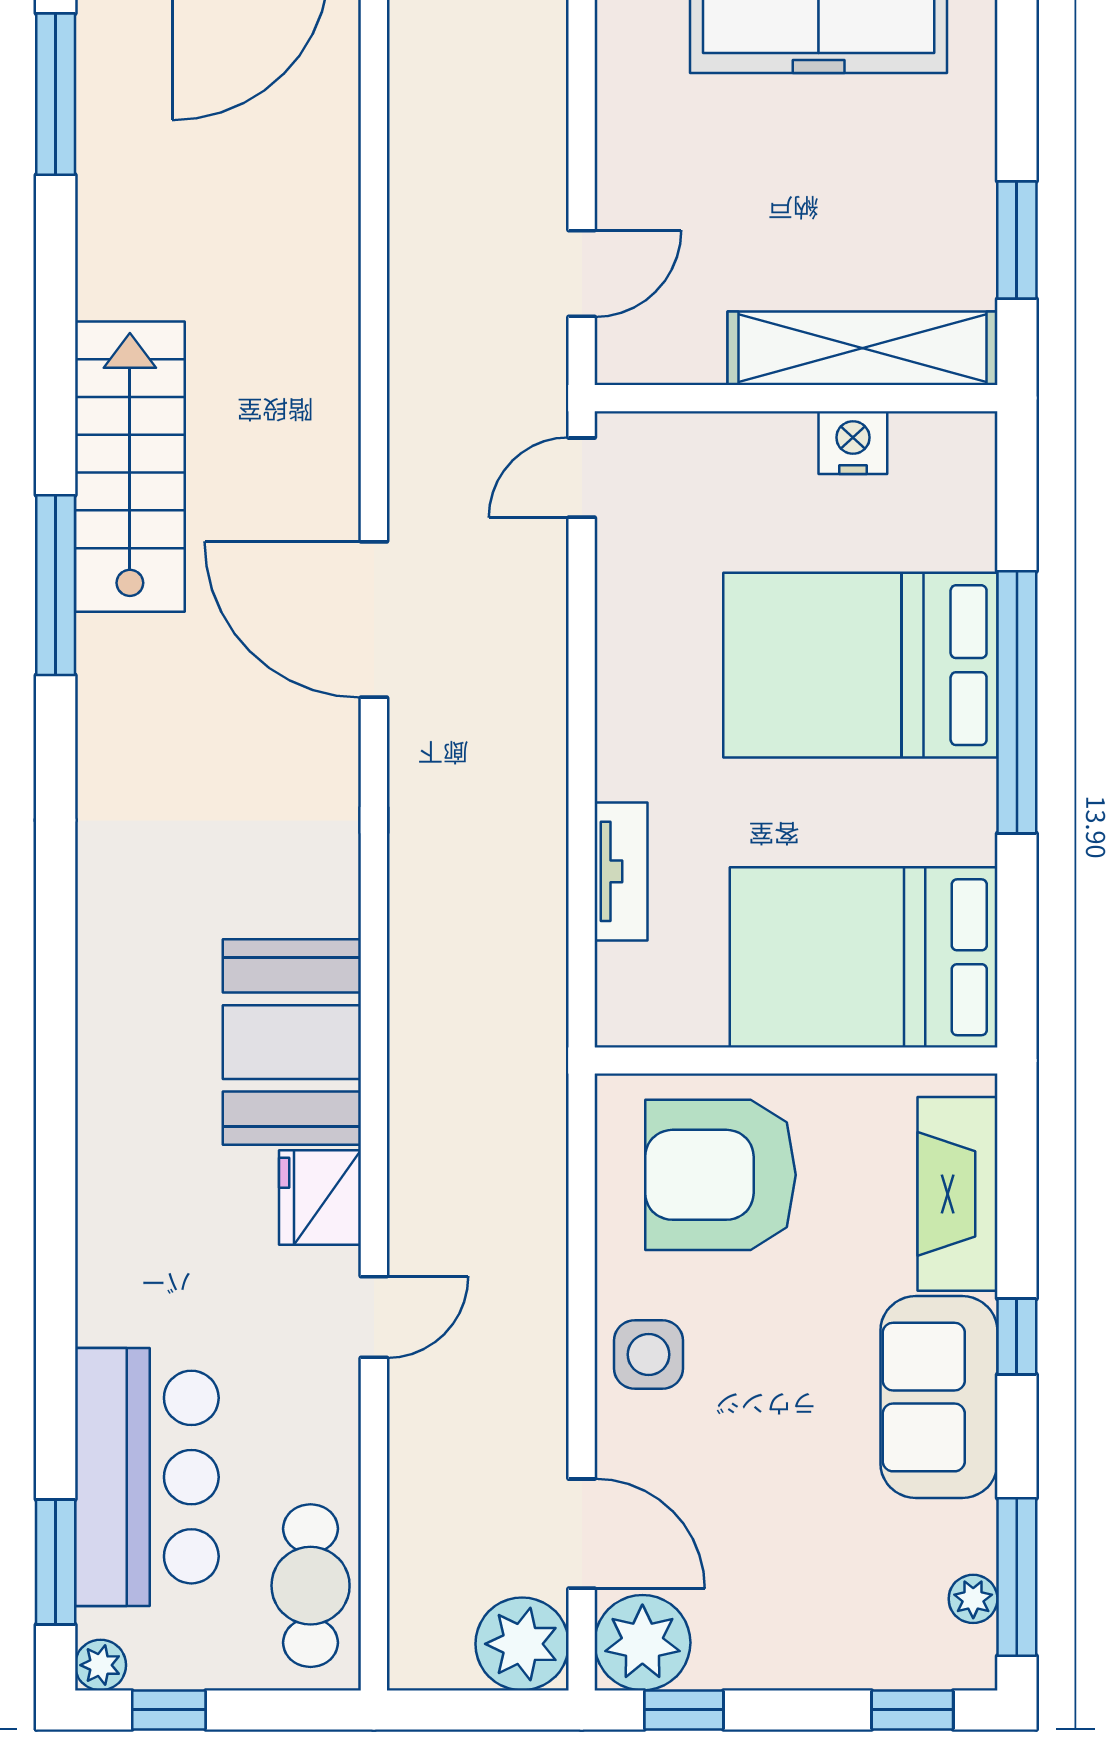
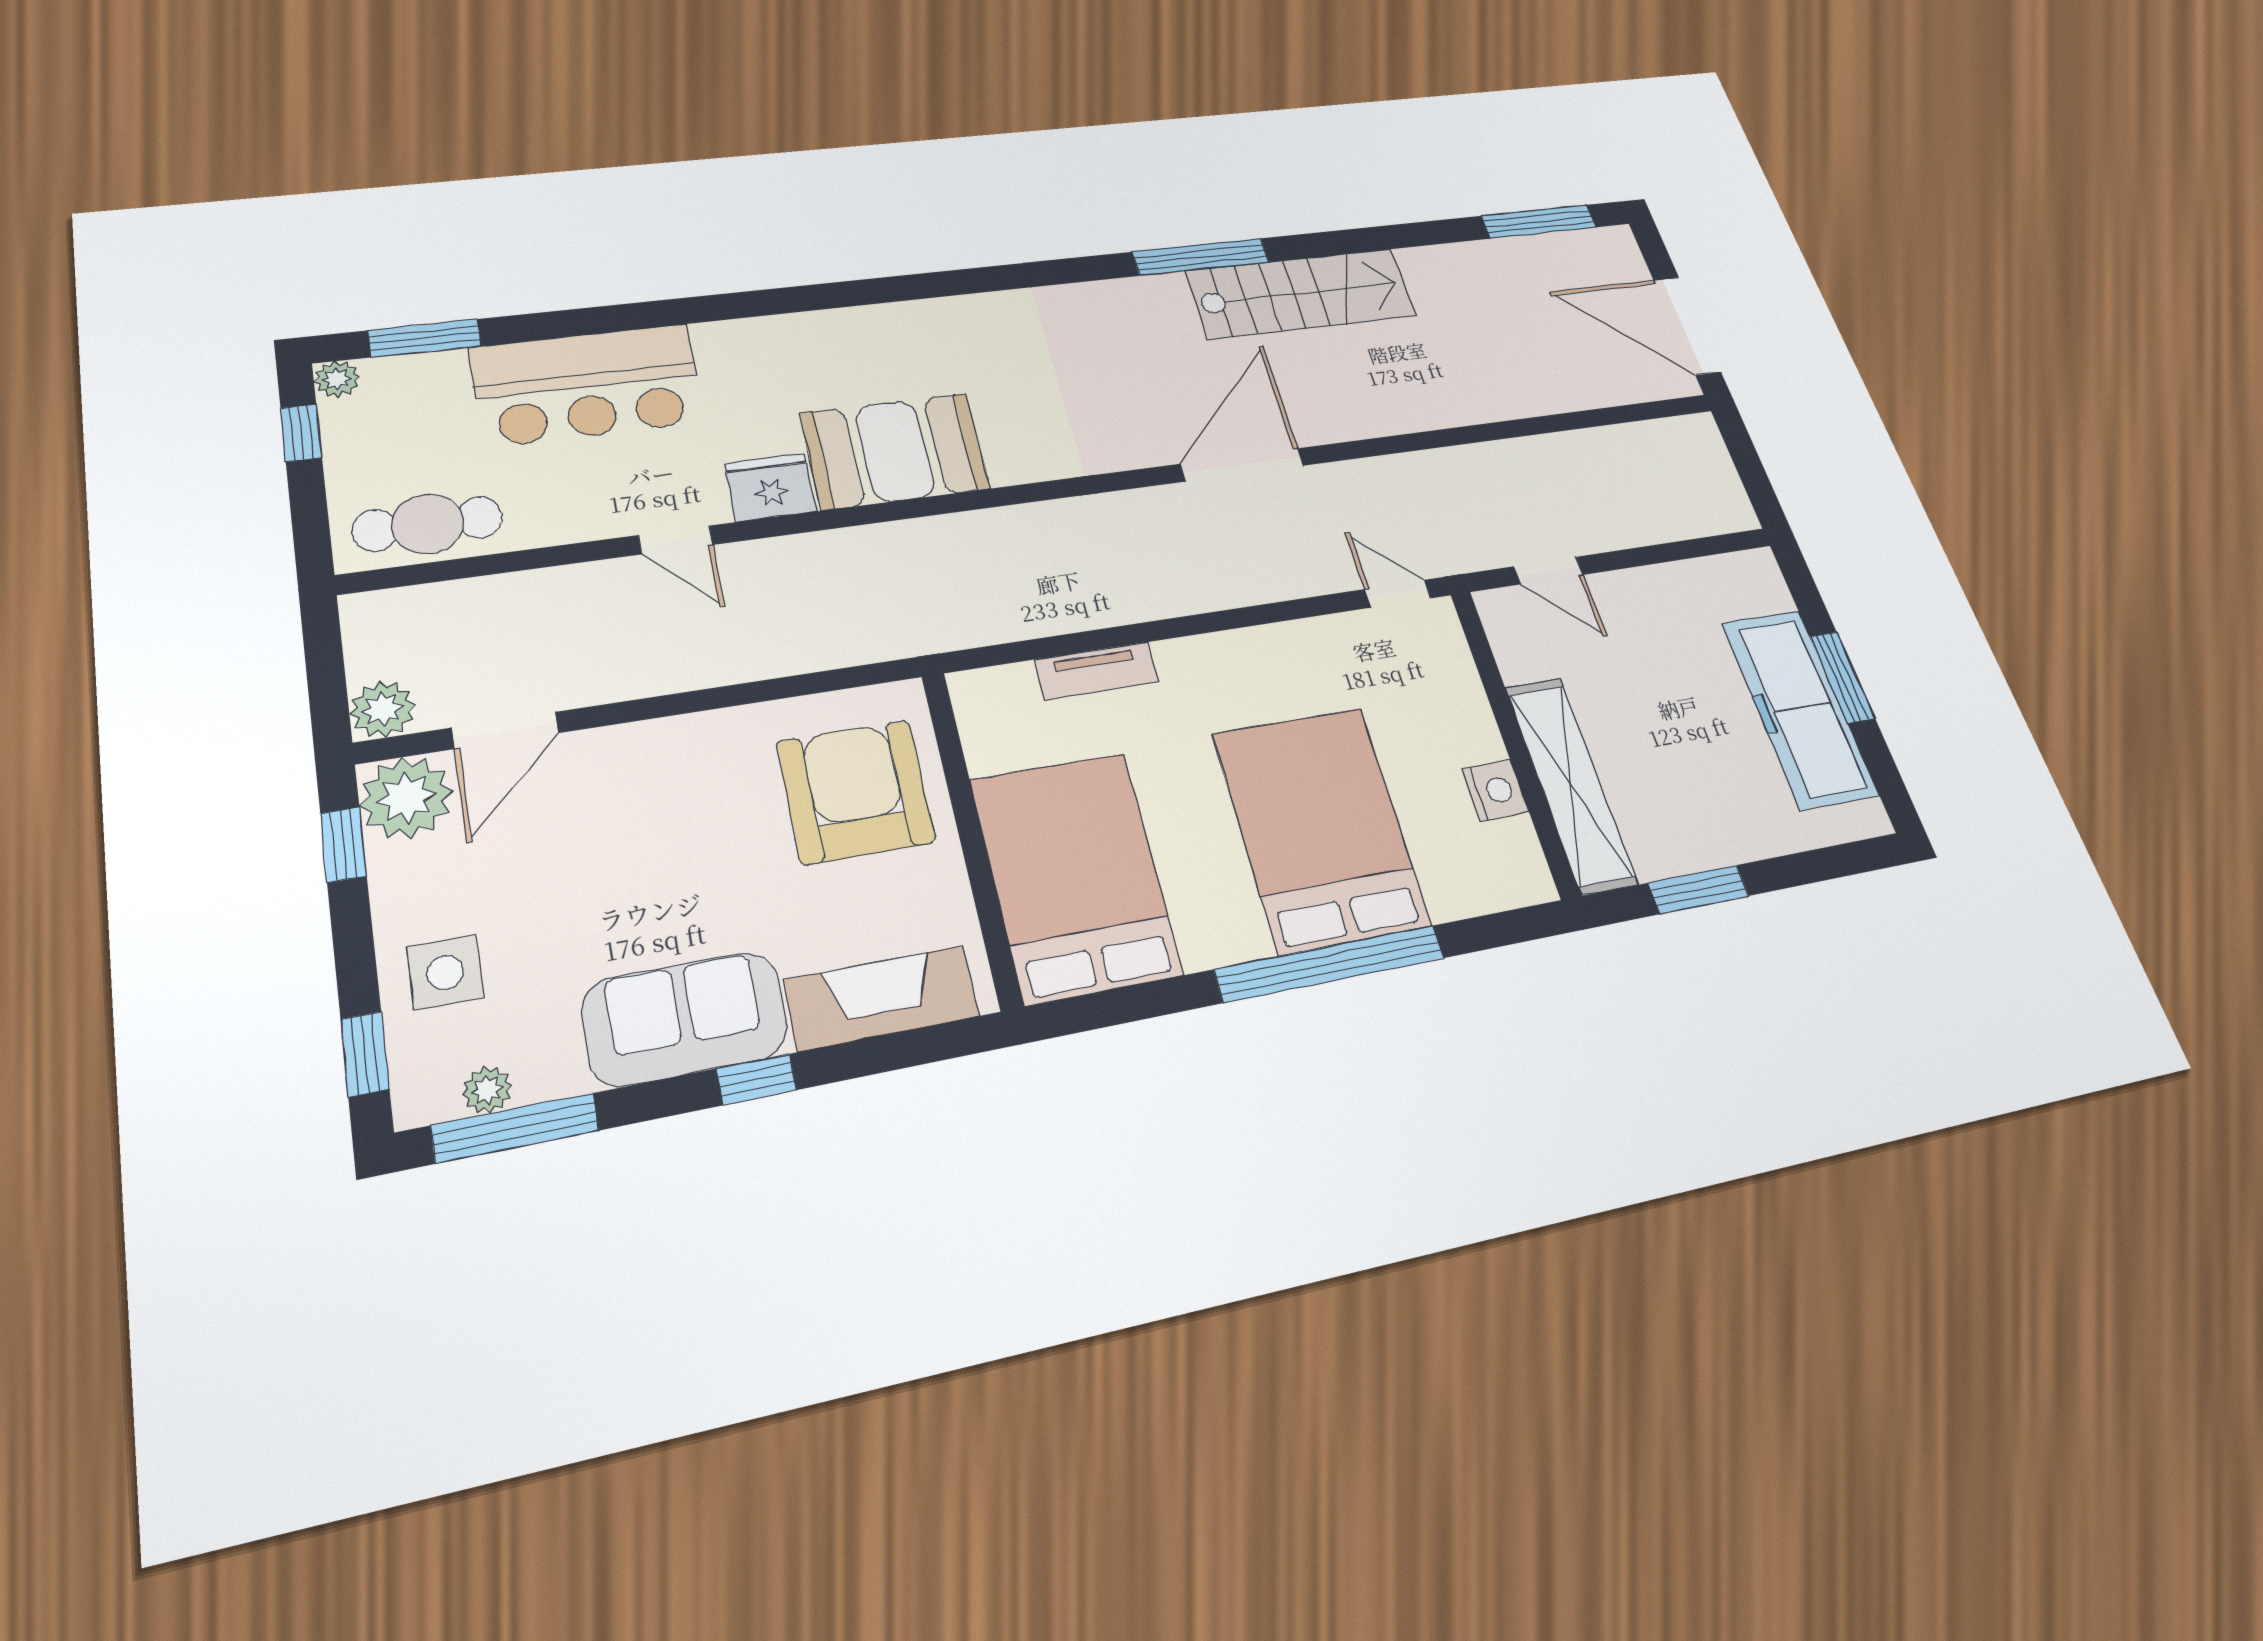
side table: (649, 1354) -> (445, 972), moved
bar counter: (147, 1477) -> (587, 385), moved
plant: (522, 1644) -> (383, 709), width x0.73, depth x0.73

